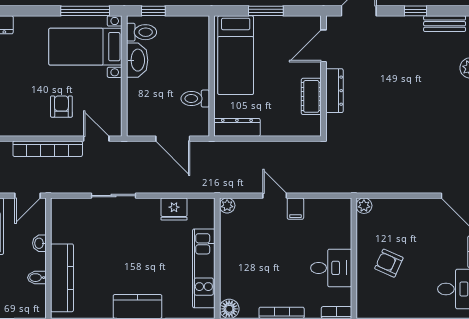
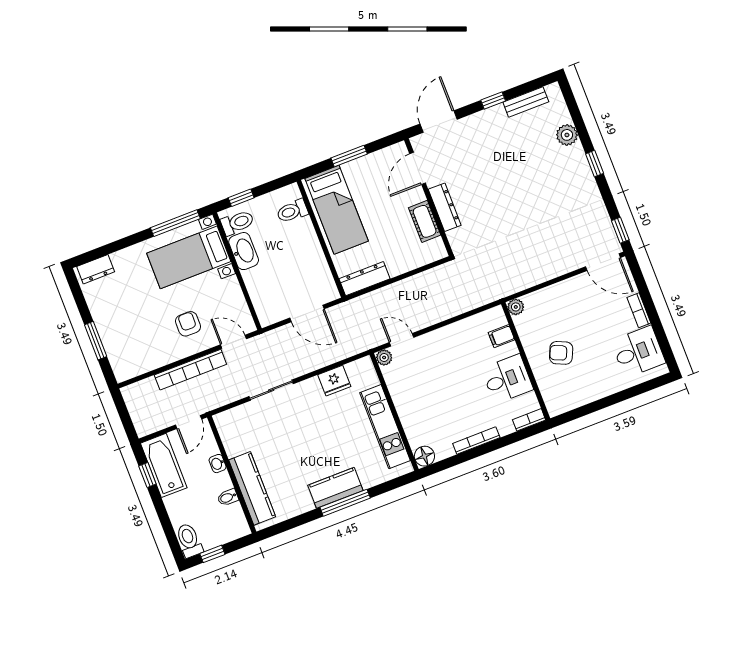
toilet: (195, 99) -> (292, 211), moved
door: (275, 196) -> (401, 340), moved
filing cabinet: (295, 209) -> (501, 336), moved, turned 90

